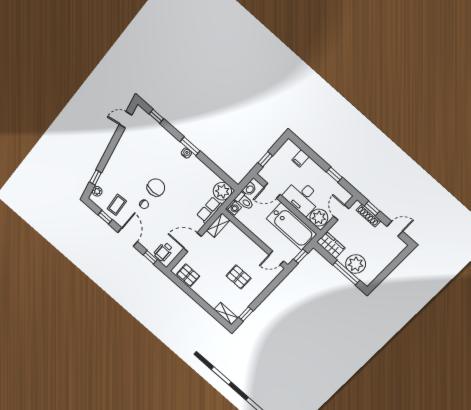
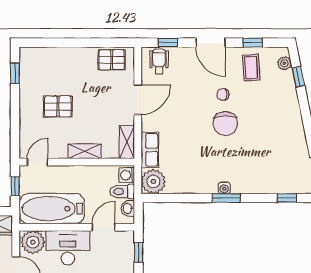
shelving: (226, 314) -> (85, 151), moved

